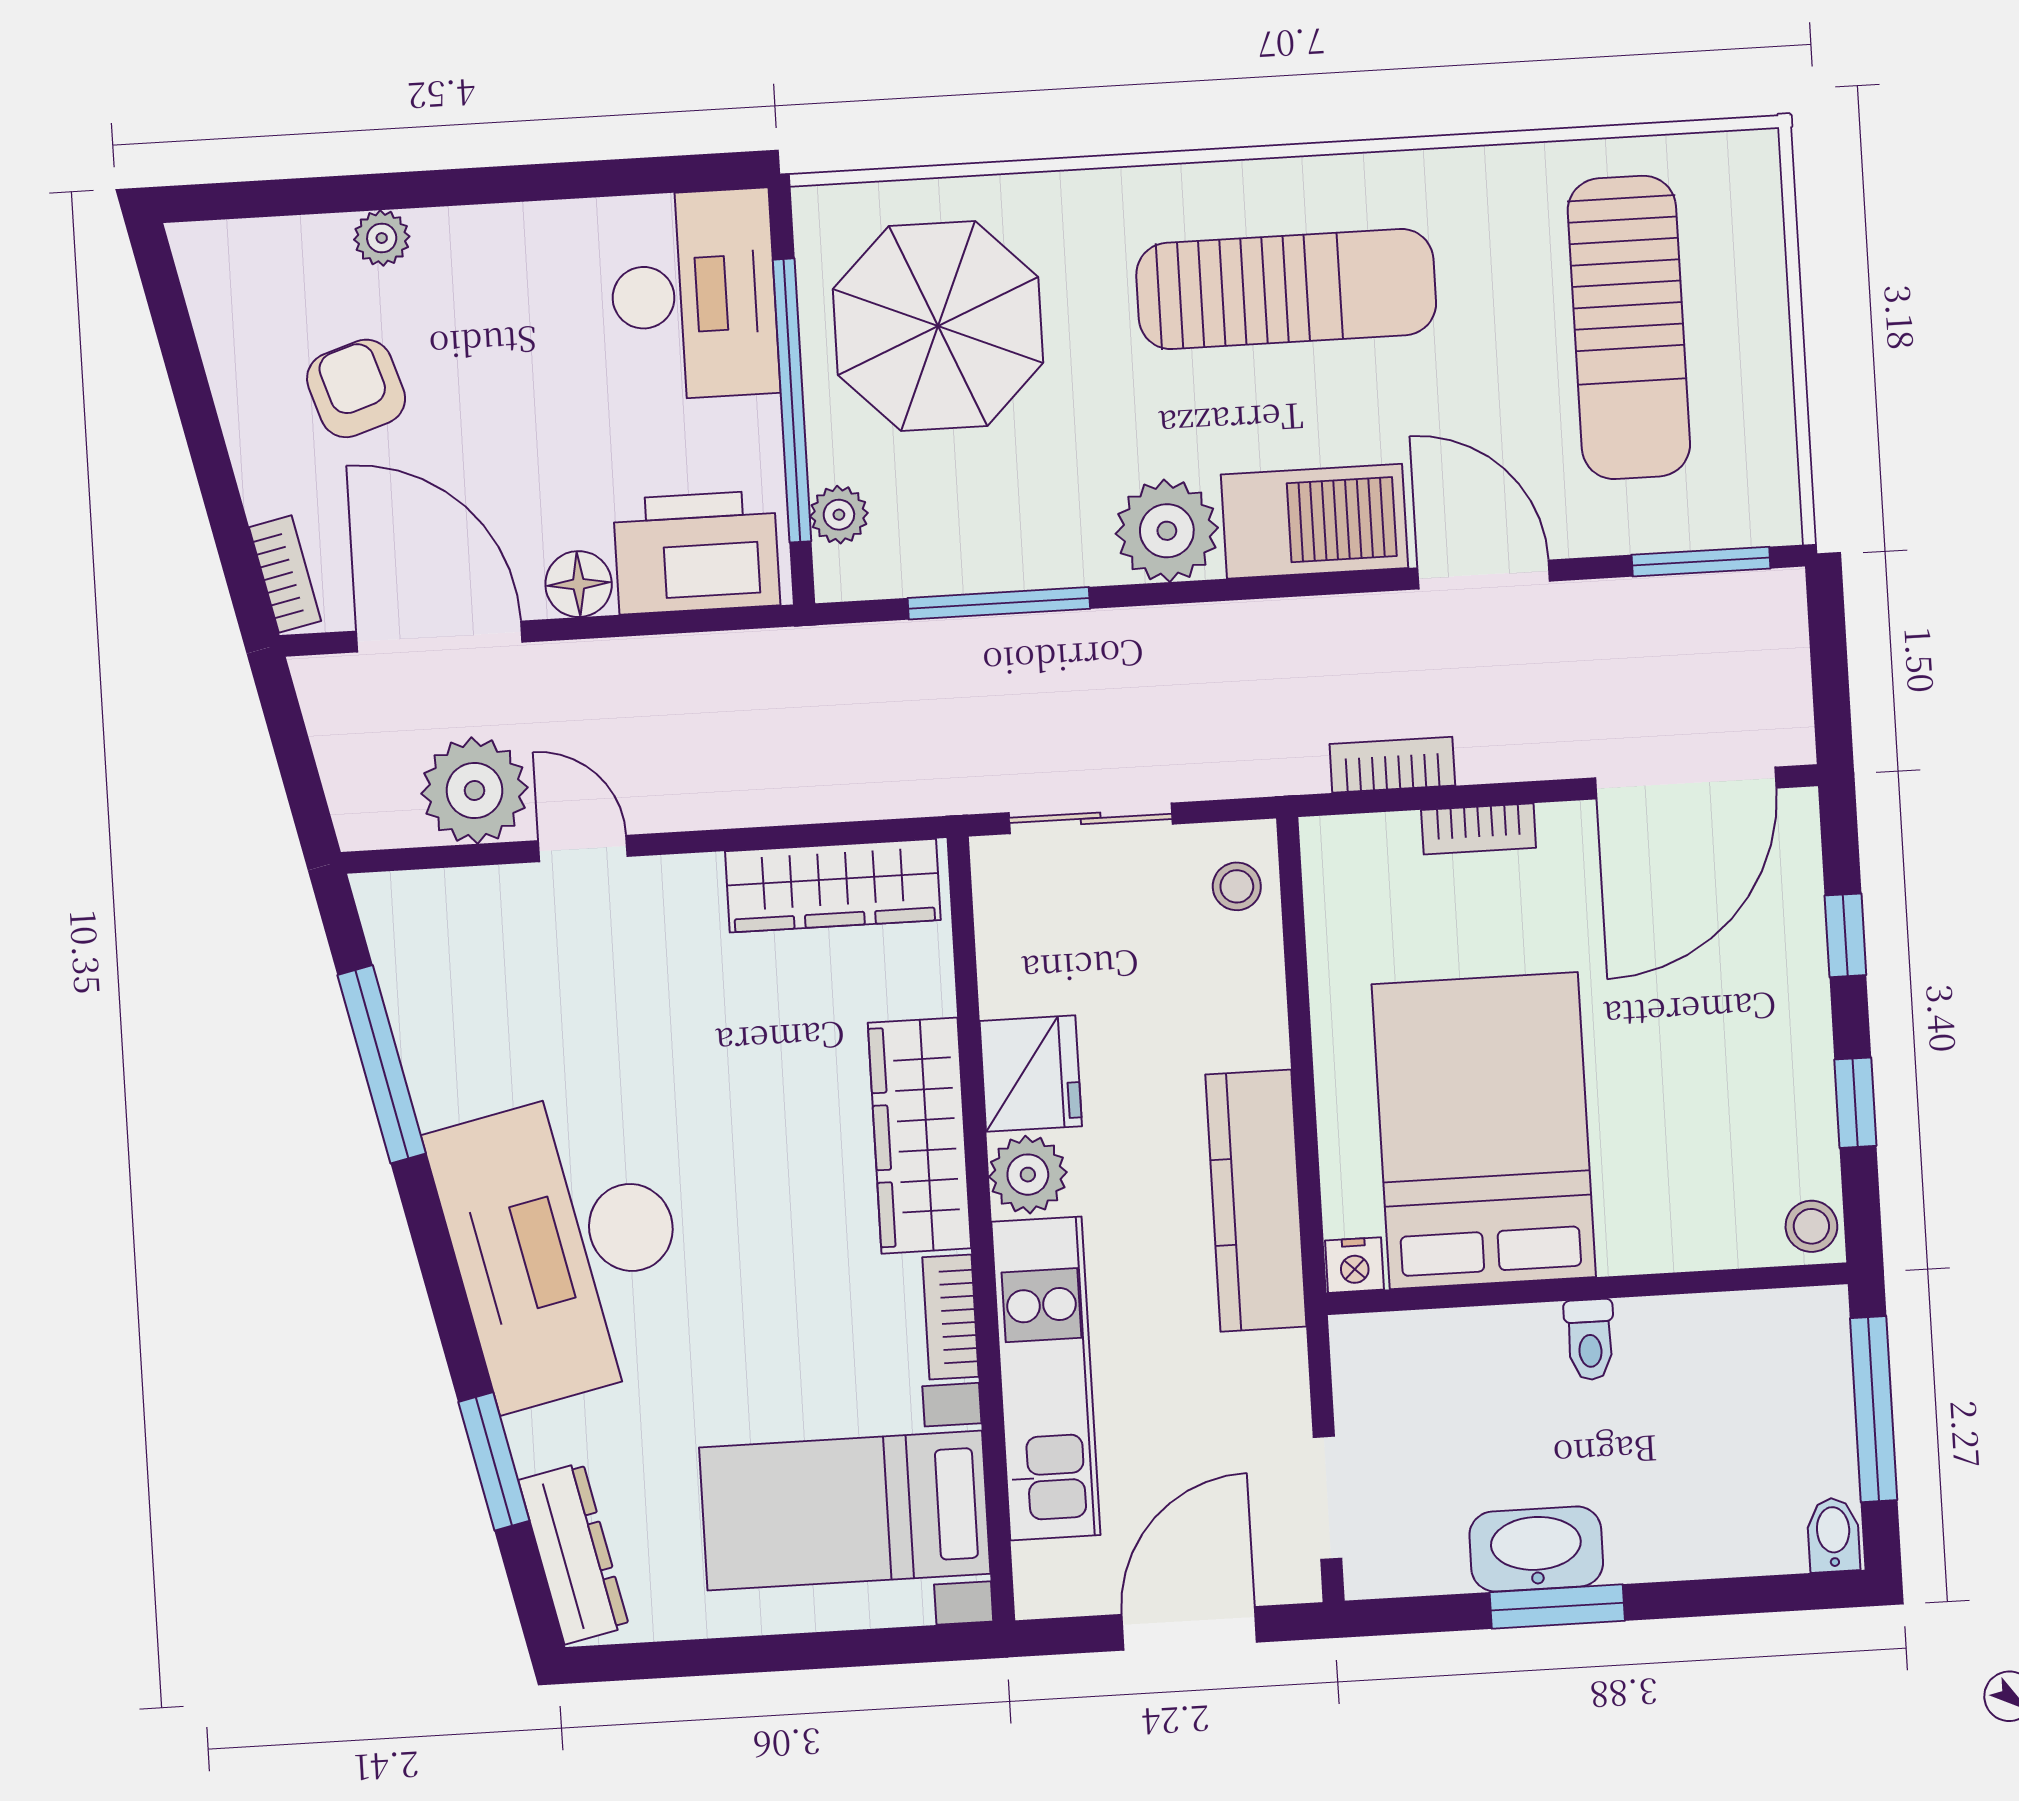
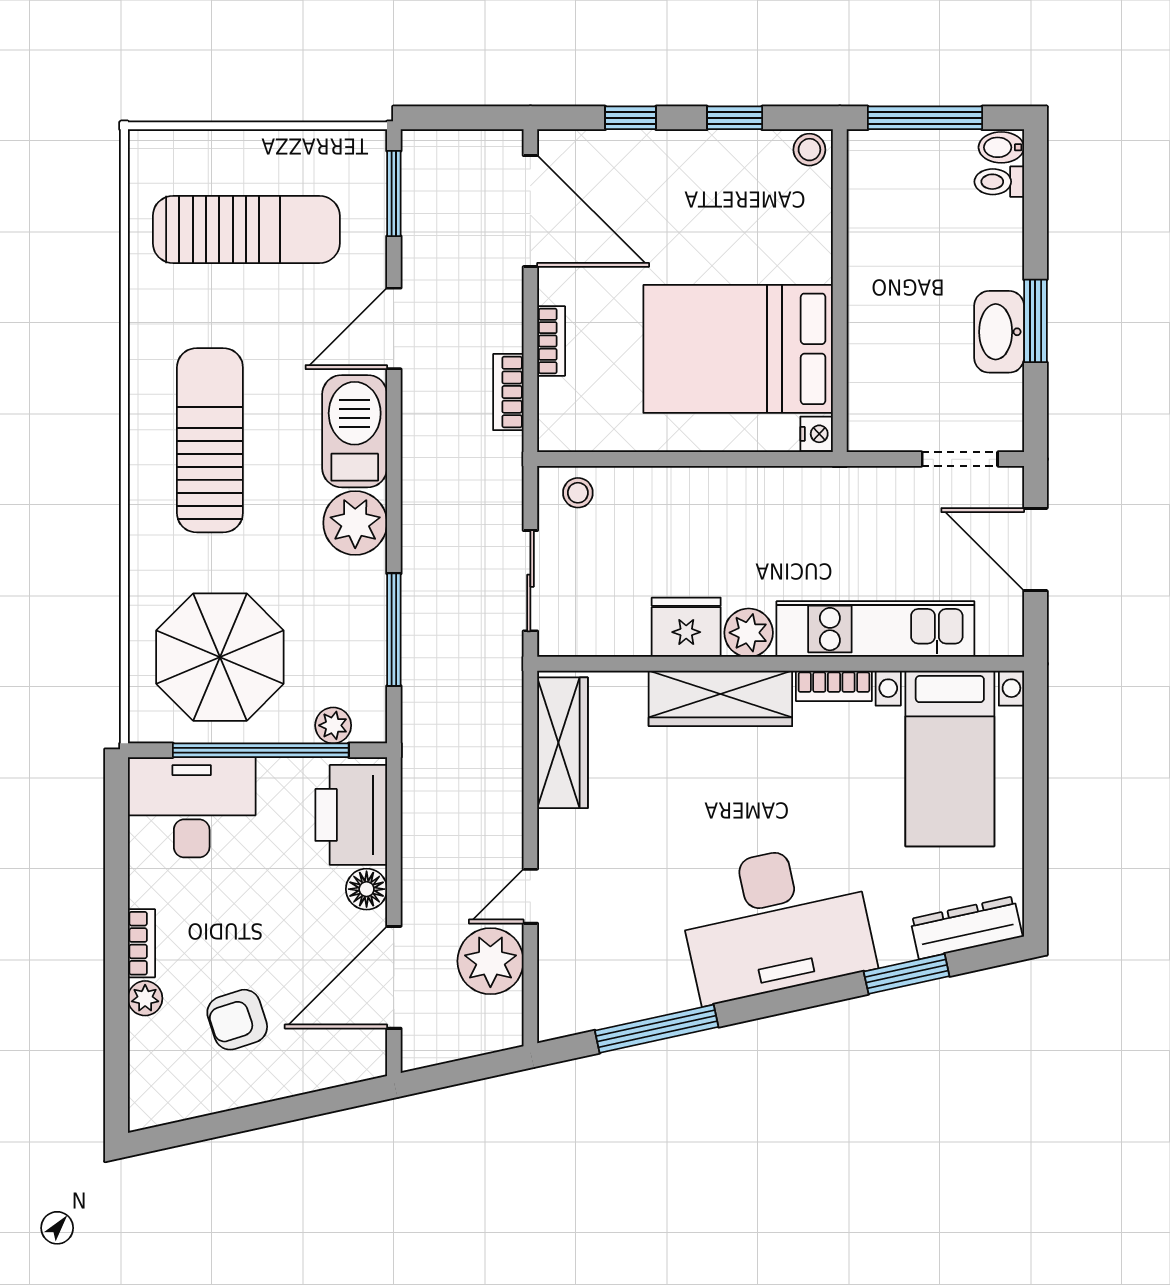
bookcase: (285, 574) -> (141, 943), moved, turned 102
kitchen counter: (1256, 1201) -> (773, 493), removed
toilet: (1590, 1340) -> (999, 182), moved, turned 180

